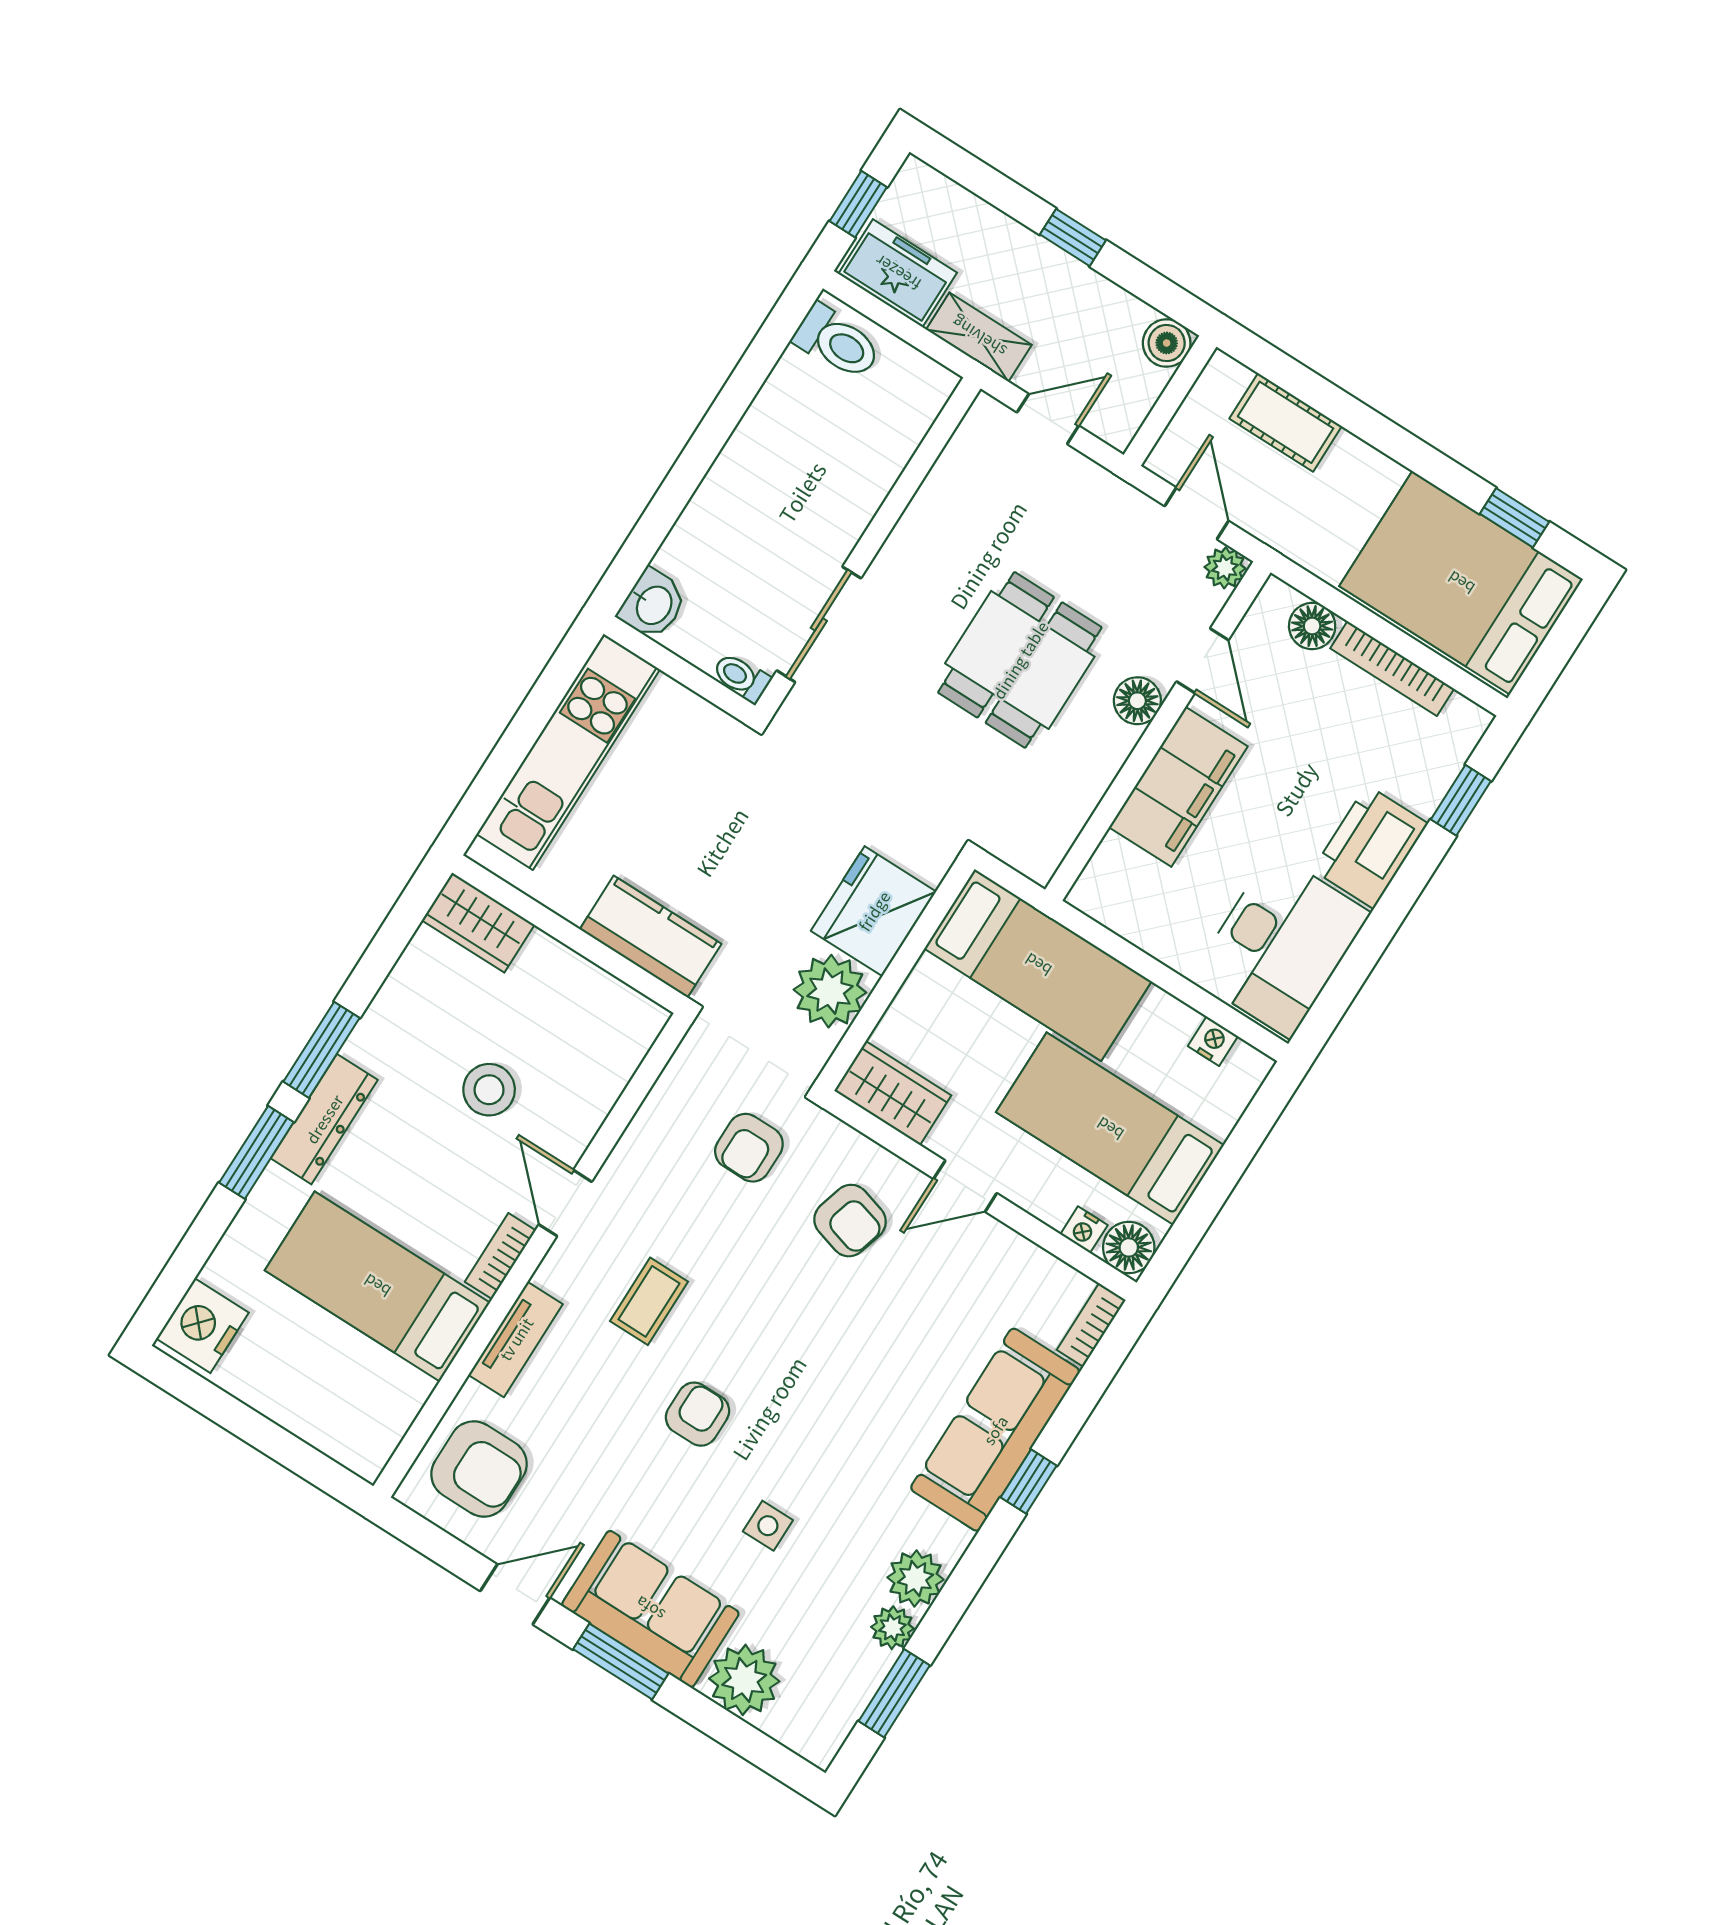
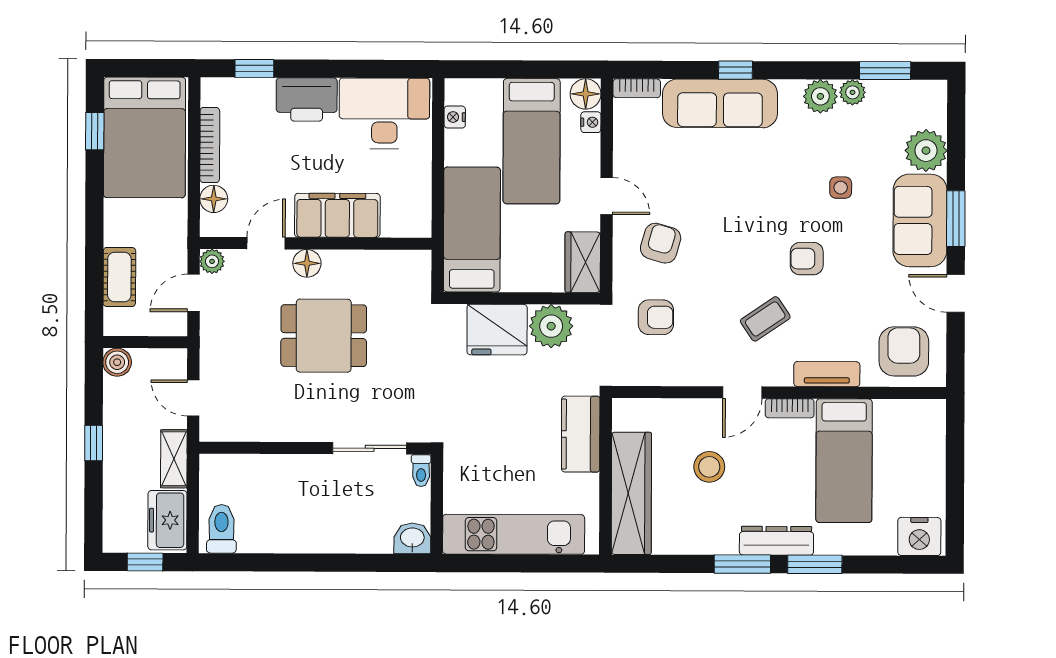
wardrobe: (478, 923) -> (631, 493), width x2.10, depth x1.17
coffee table: (649, 1301) -> (765, 319), turned -34

